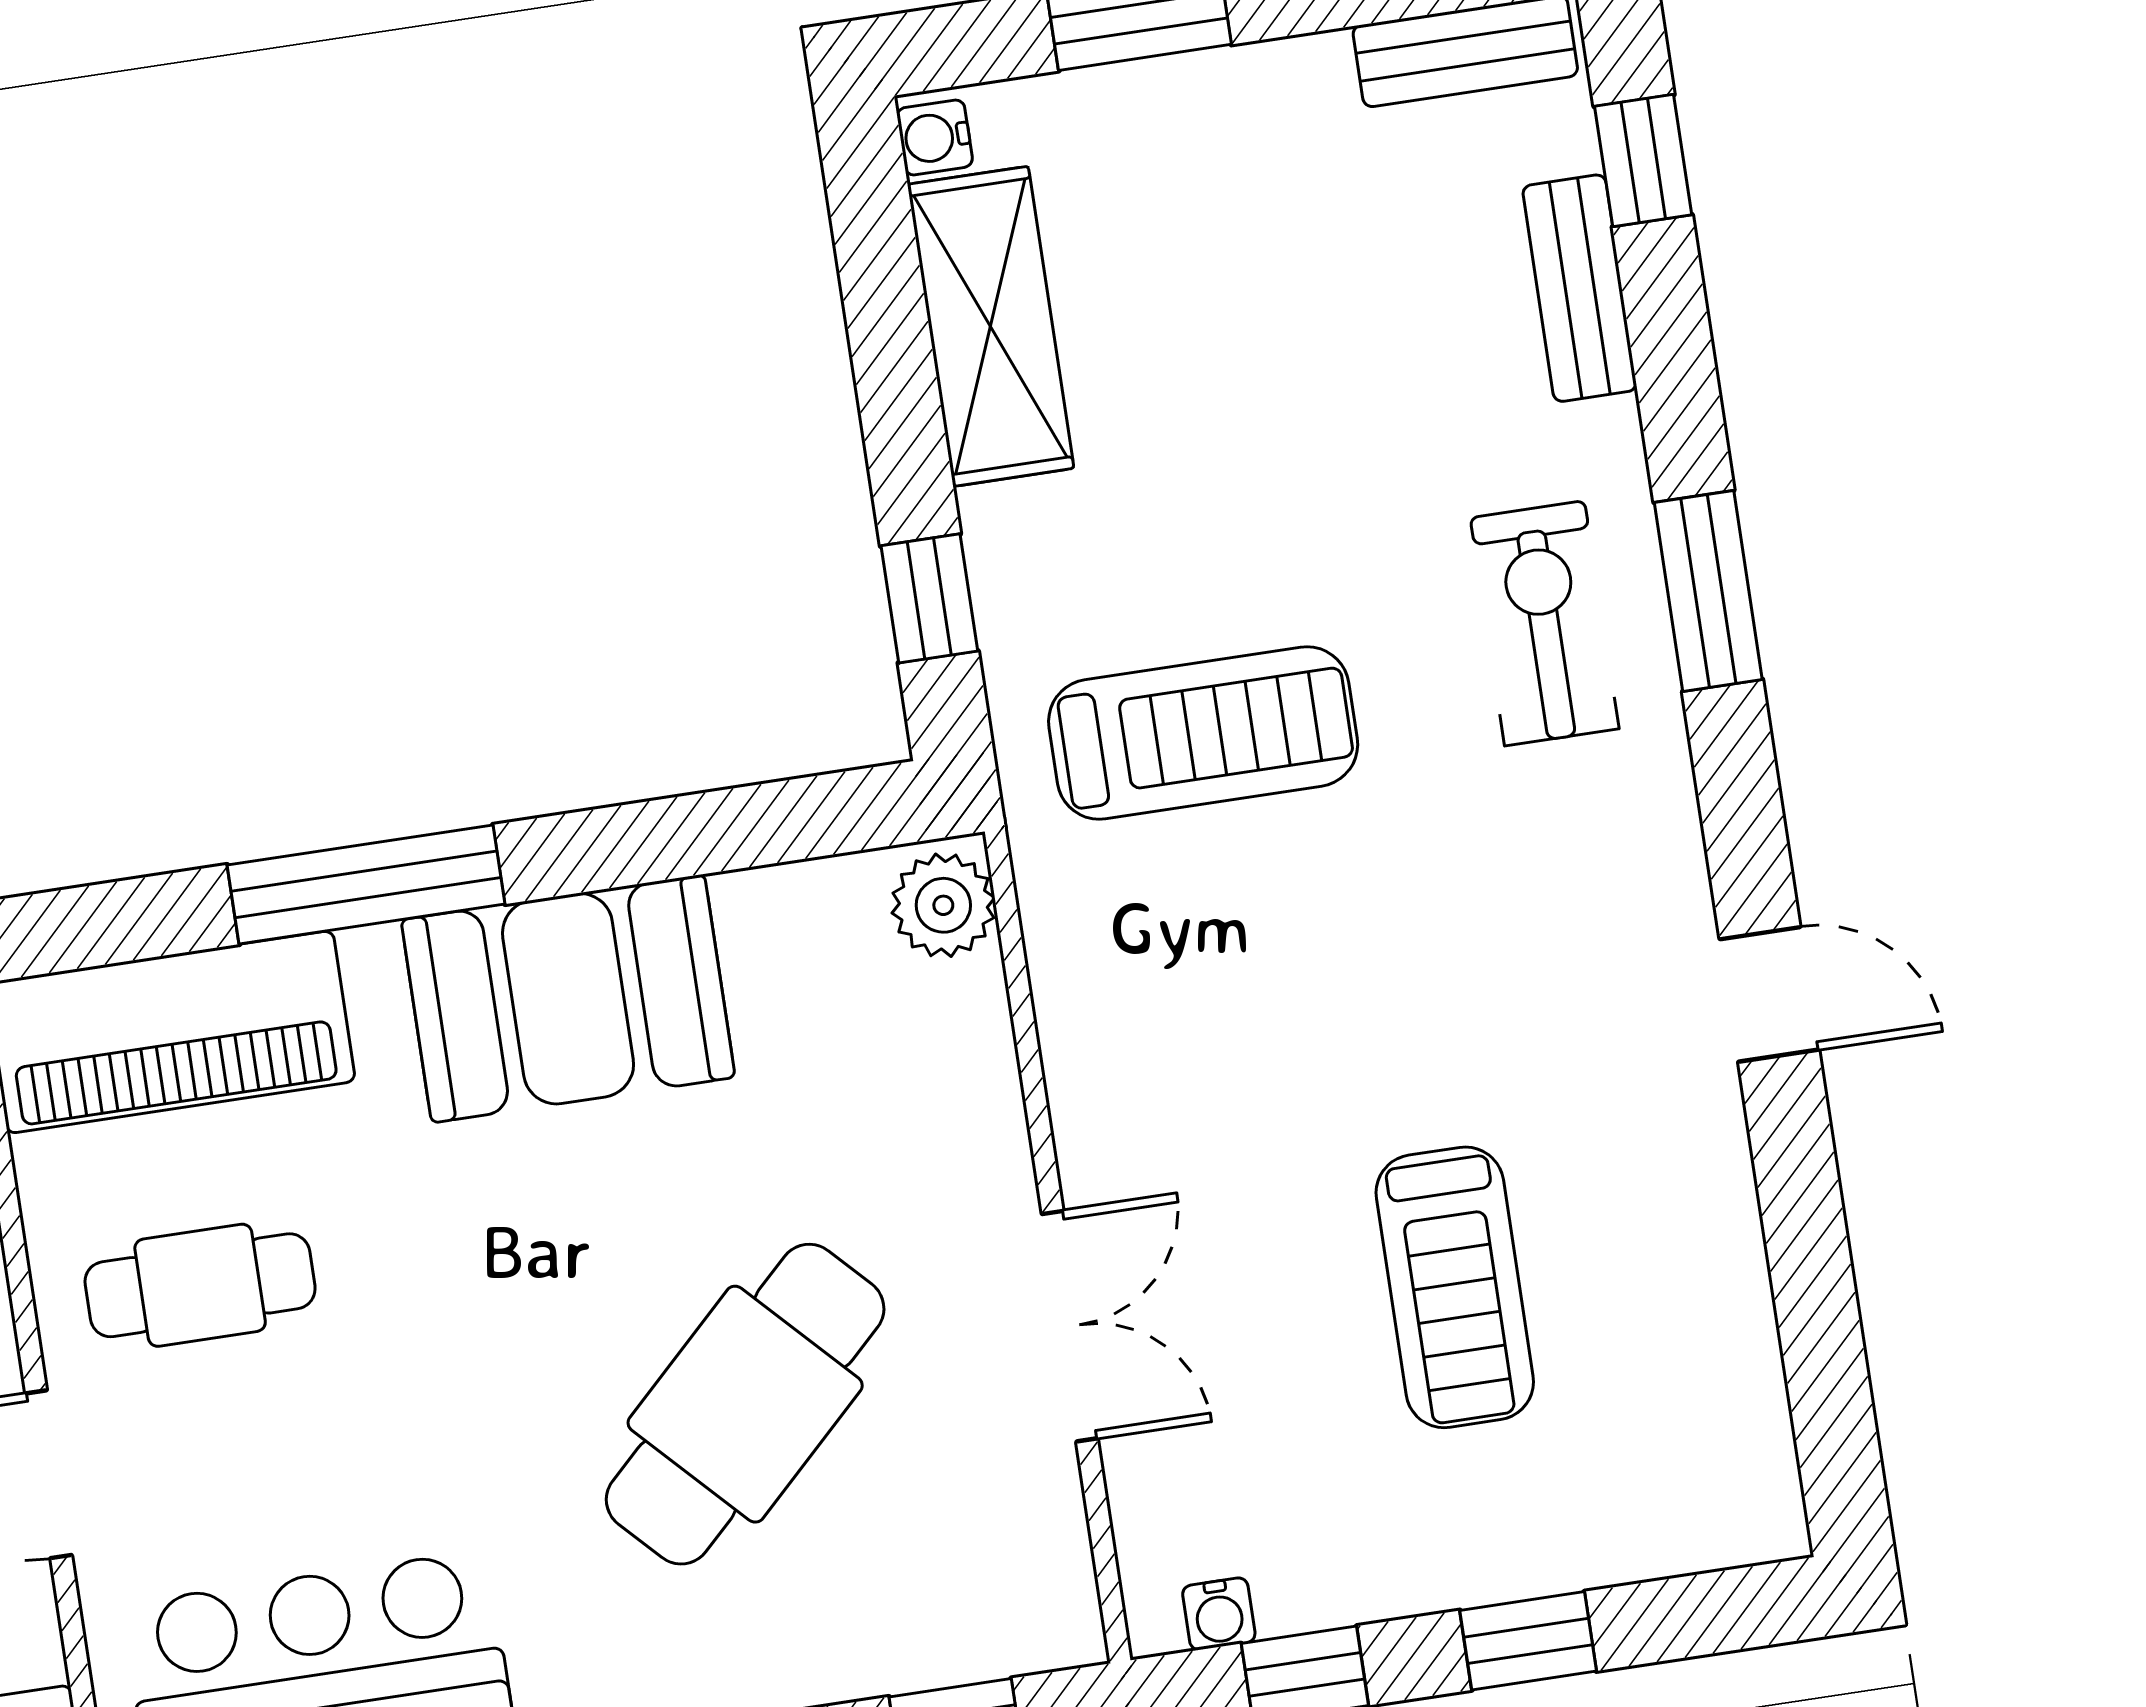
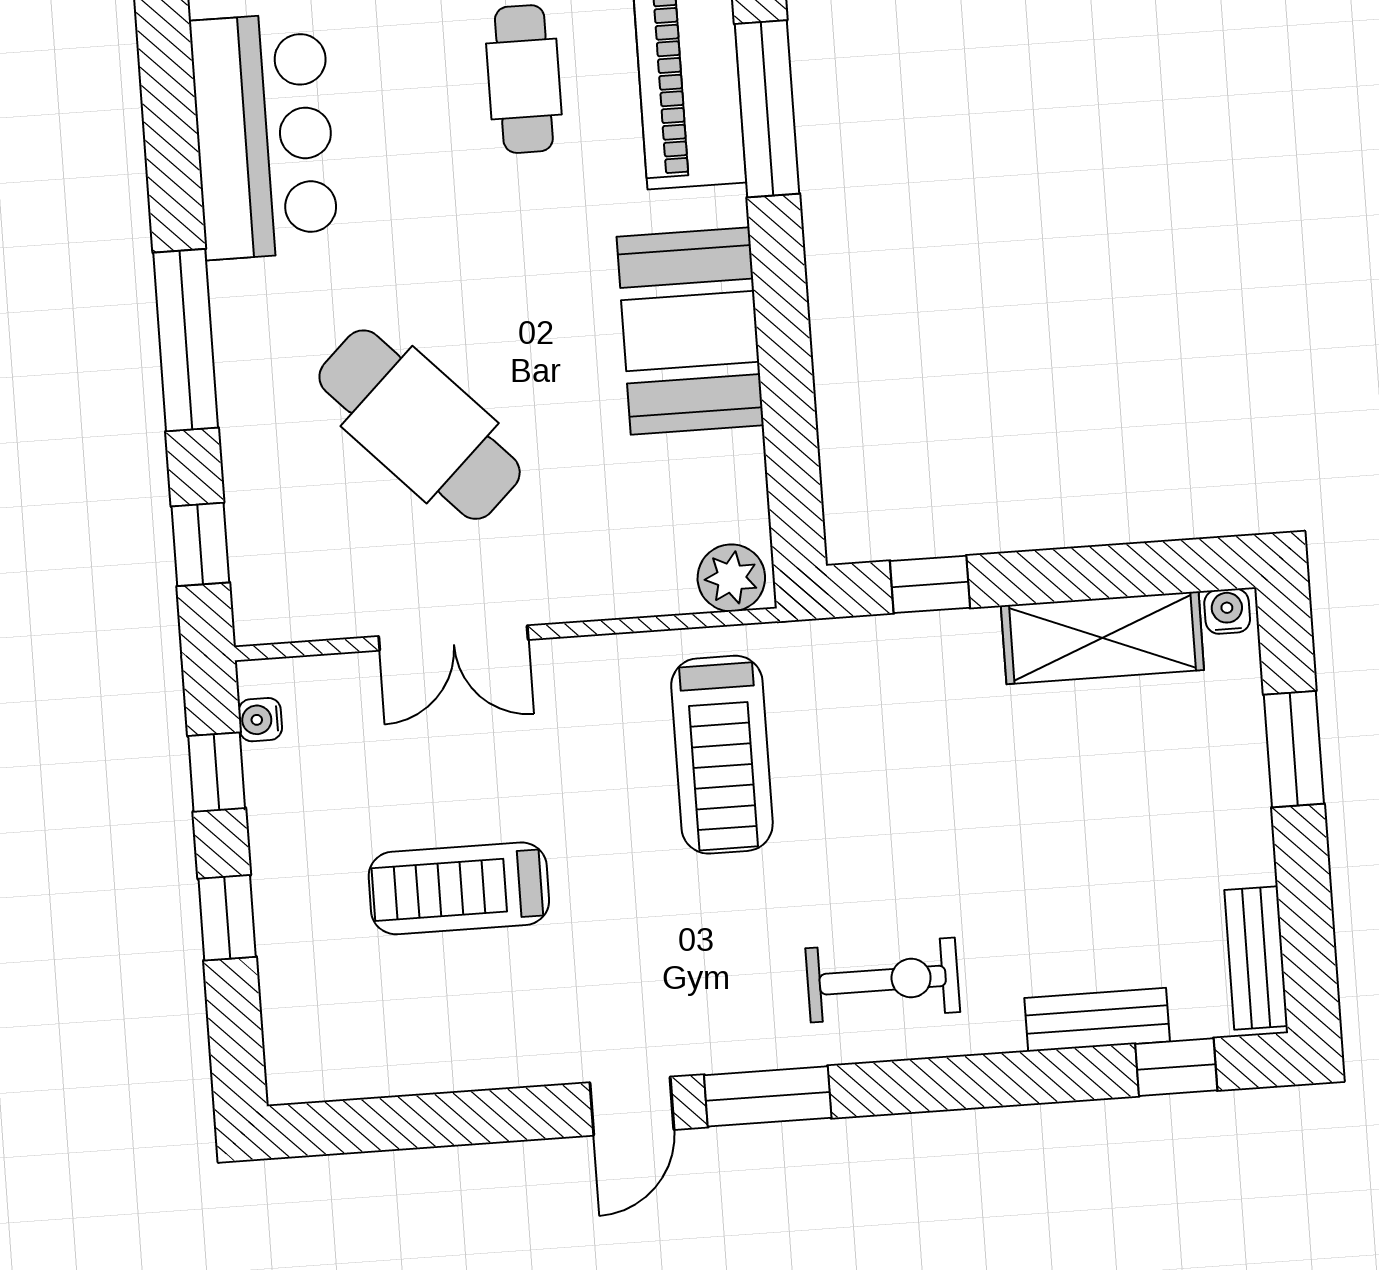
window: (1708, 591) -> (768, 1096), moved
treadmill: (1203, 733) -> (722, 755), moved
window: (366, 884) -> (767, 109), moved

